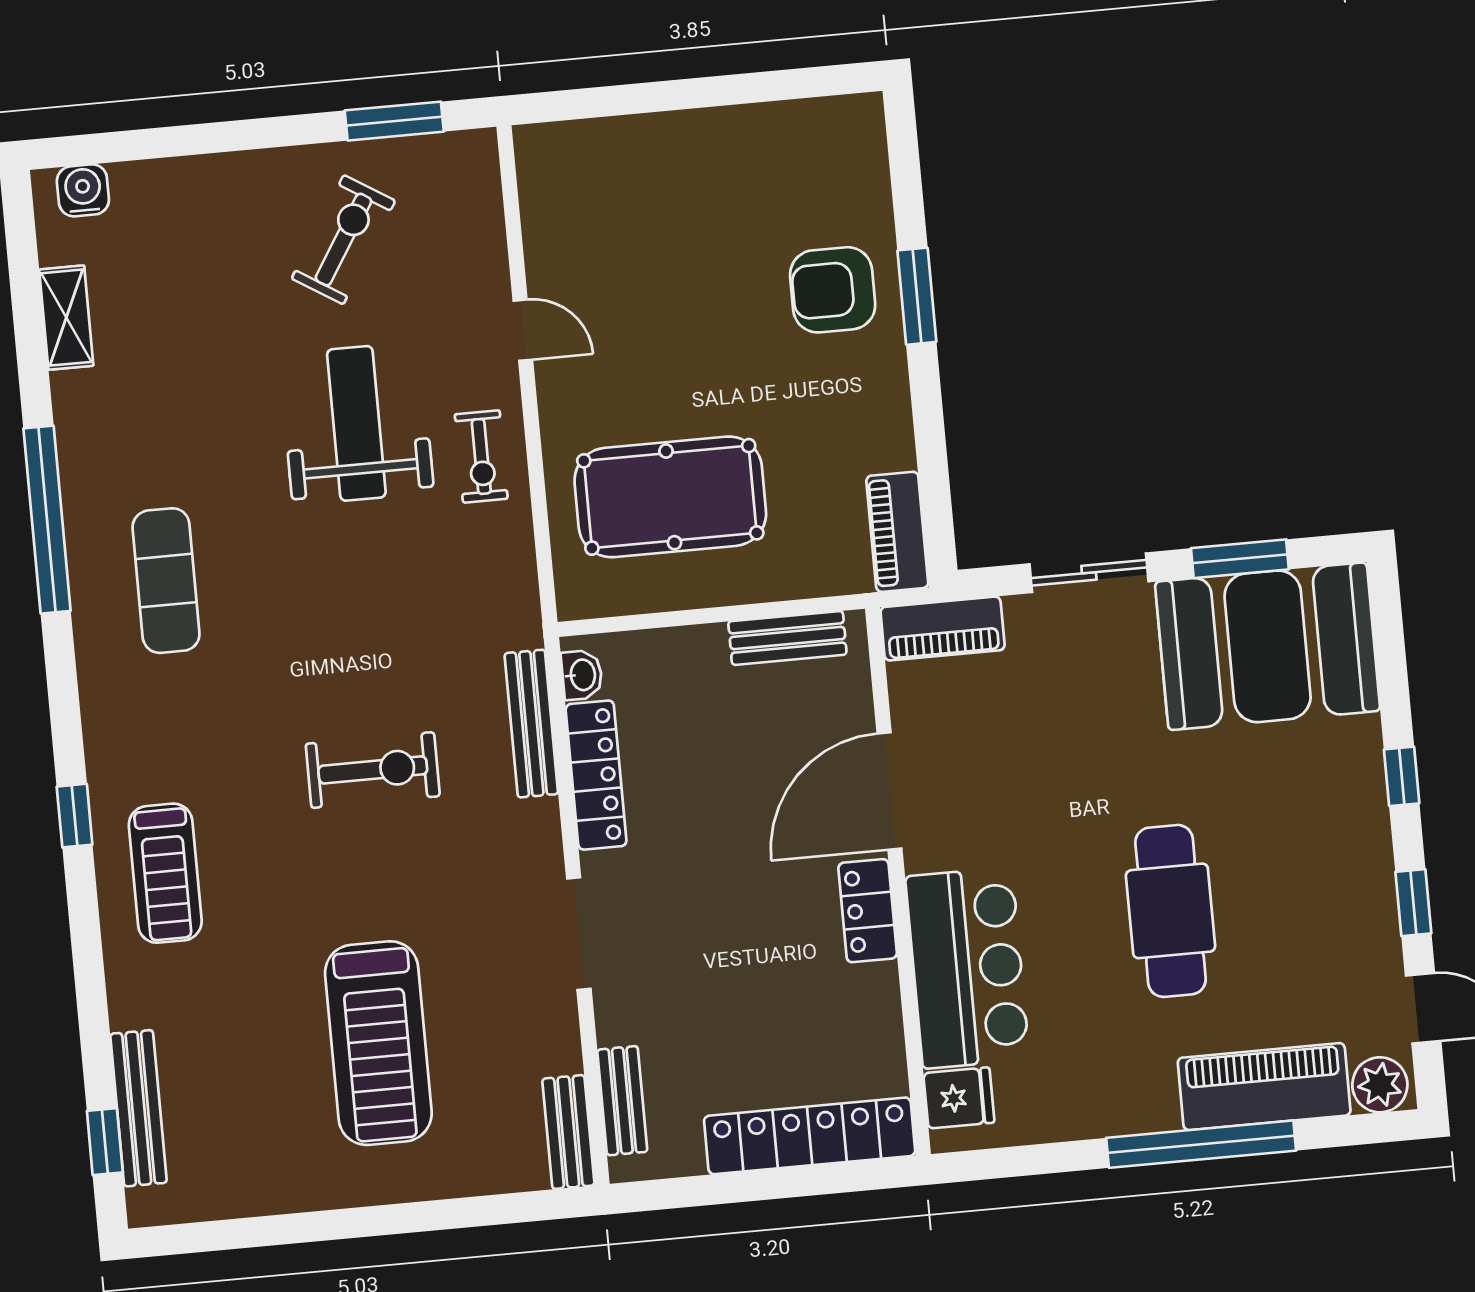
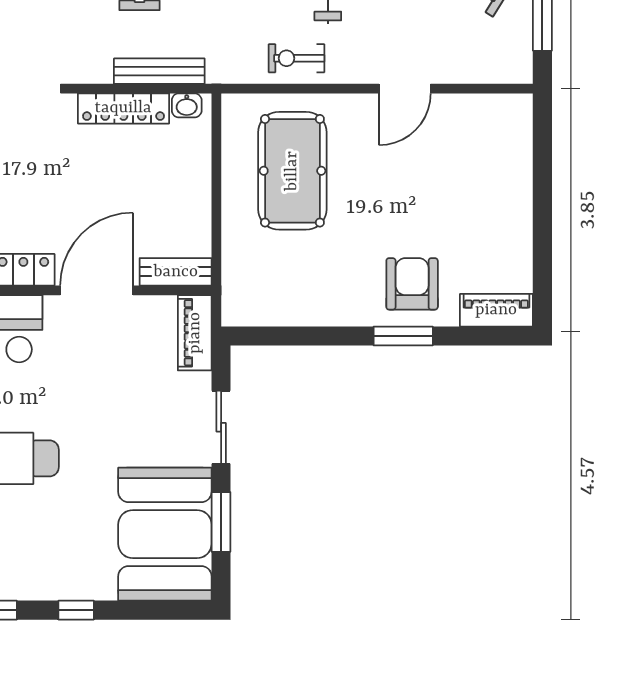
door: (523, 330) -> (405, 89), width x1.38
exercise bike: (481, 456) -> (297, 58), moved
piano: (897, 532) -> (496, 310), moved
bench: (787, 638) -> (176, 272), moved, turned 90
door: (889, 791) -> (97, 290), hinge flipped

